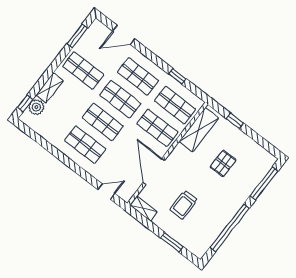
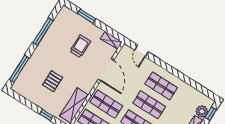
door: (106, 192) -> (141, 51), hinge flipped
window: (230, 228) -> (43, 32), width x0.68

